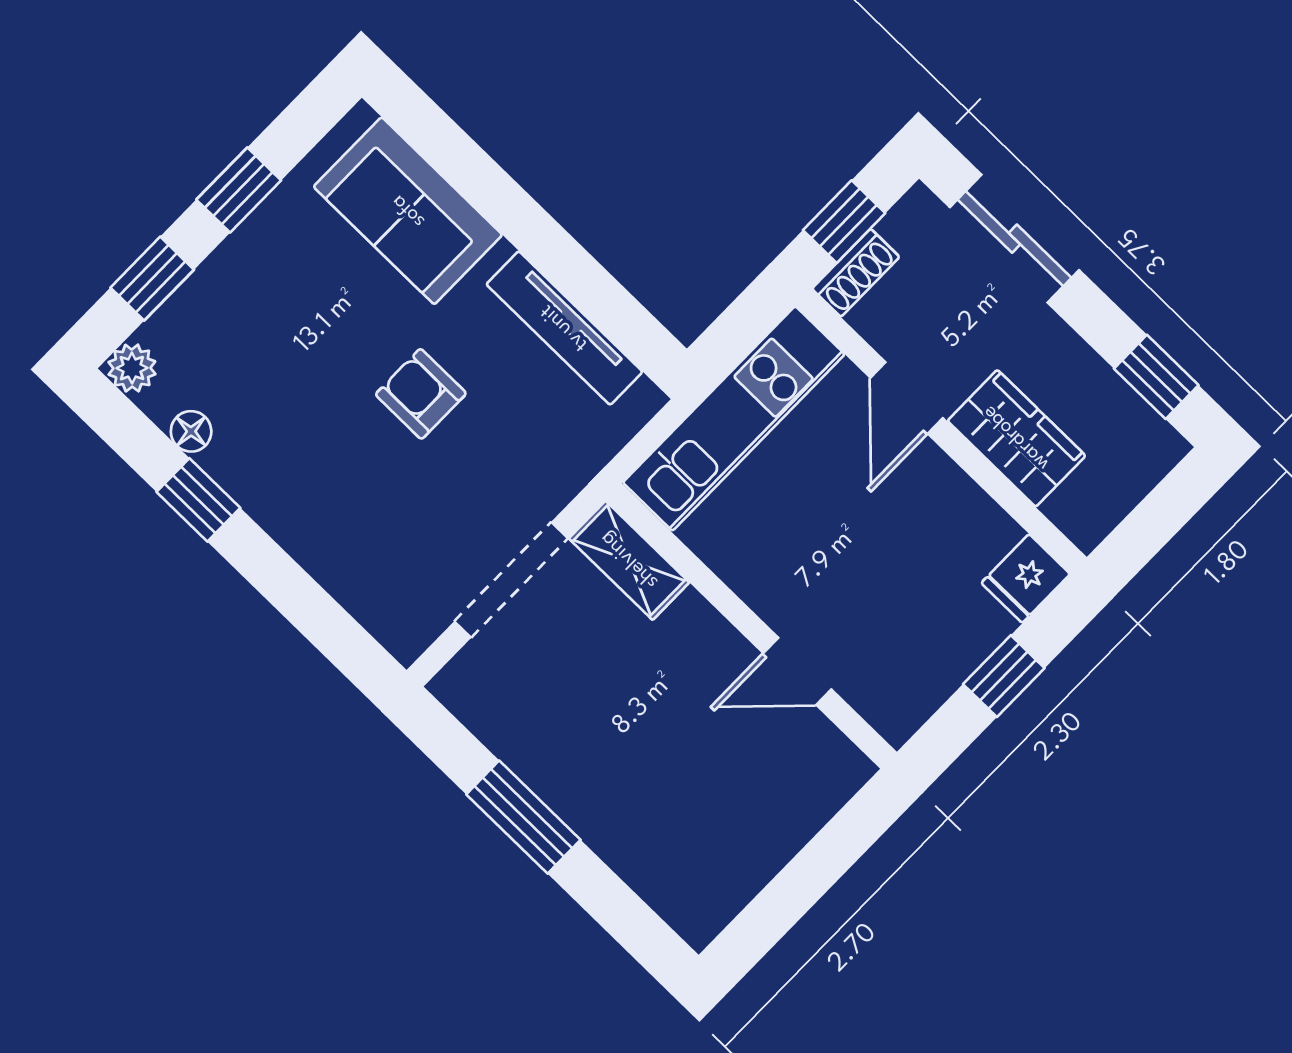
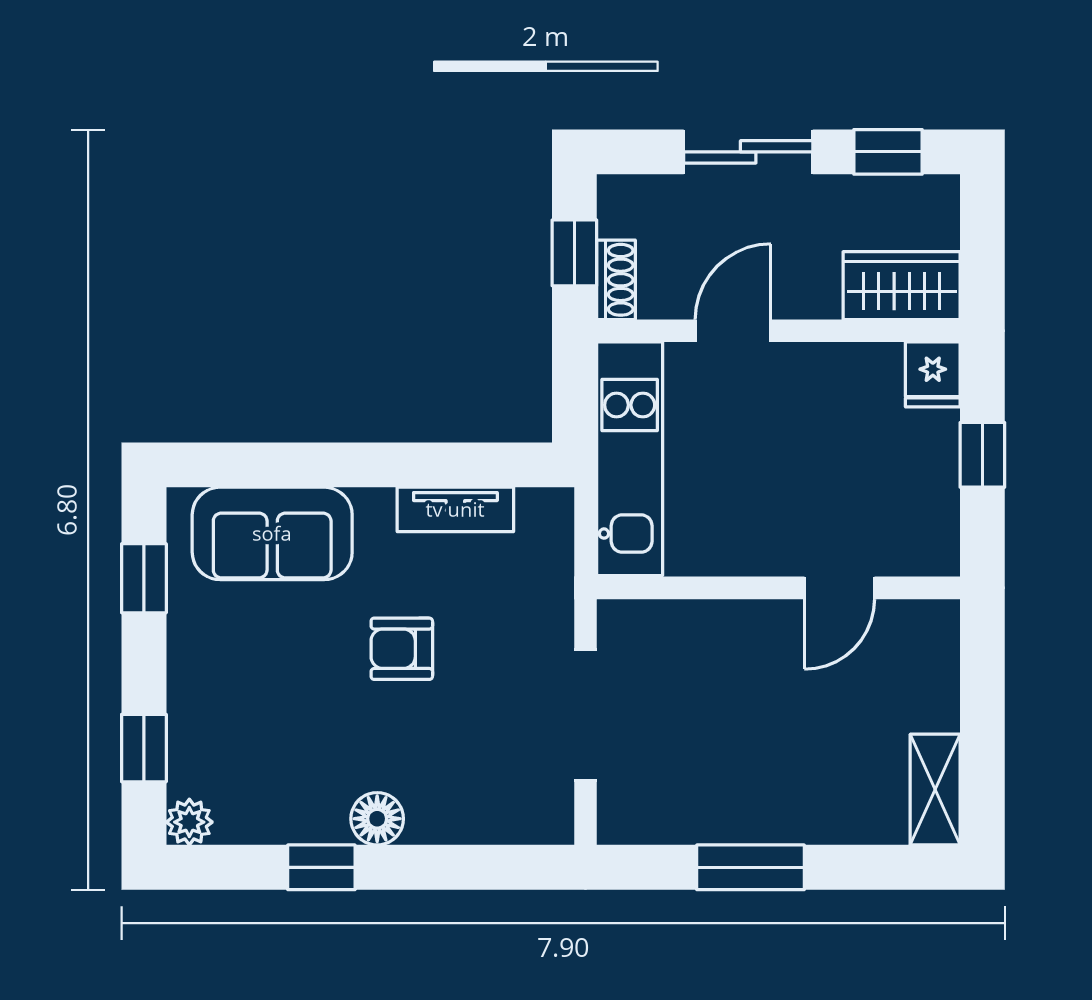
window: (239, 190) -> (144, 578), moved
sliding door: (1014, 239) -> (748, 152), moved
tv unit: (564, 328) -> (455, 509), width x0.71
door: (907, 398) -> (733, 331), swing flipped
floor lamp: (191, 431) -> (377, 819), moved, width x1.37, depth x1.37
wardrobe: (1016, 438) -> (902, 286), moved
shelving: (629, 560) -> (935, 790), moved, turned 90

